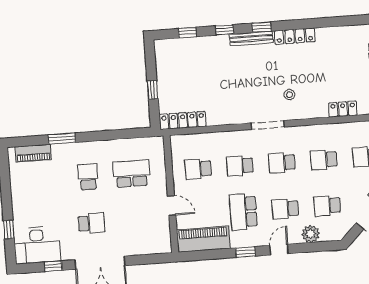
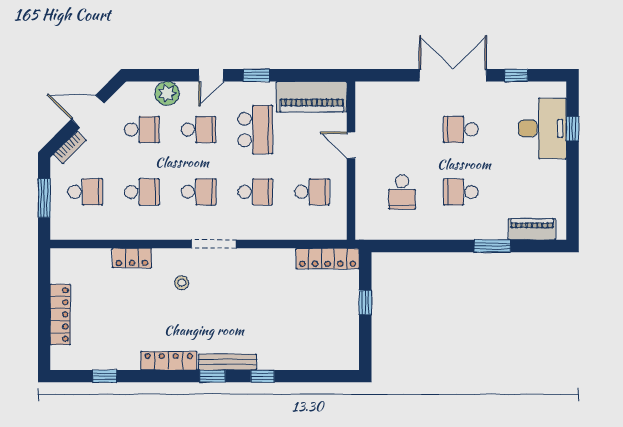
window: (187, 33) -> (105, 376), moved
locker: (343, 109) -> (132, 258), moved
school desk: (131, 174) -> (402, 192), width x0.54
school desk: (88, 177) -> (461, 192), turned 90
desk: (37, 245) -> (543, 128), moved, turned 90

